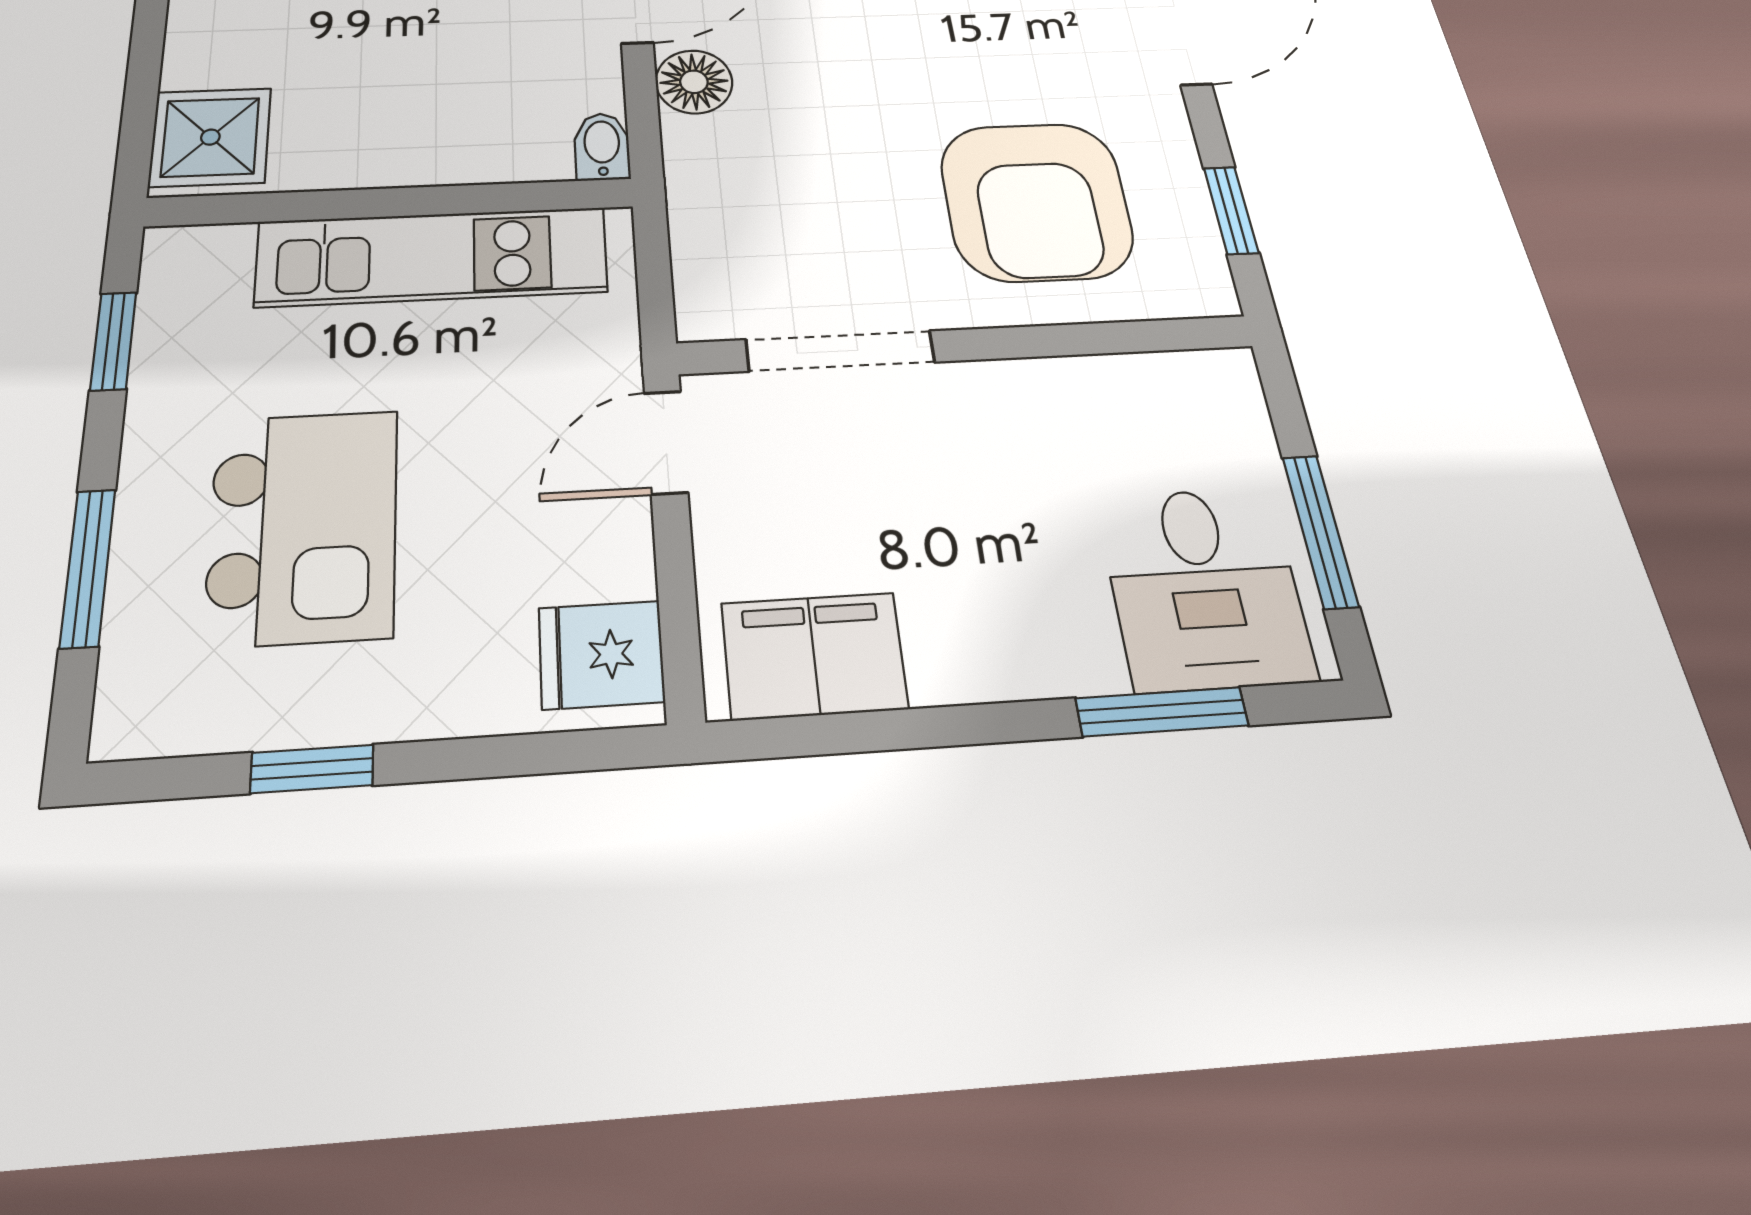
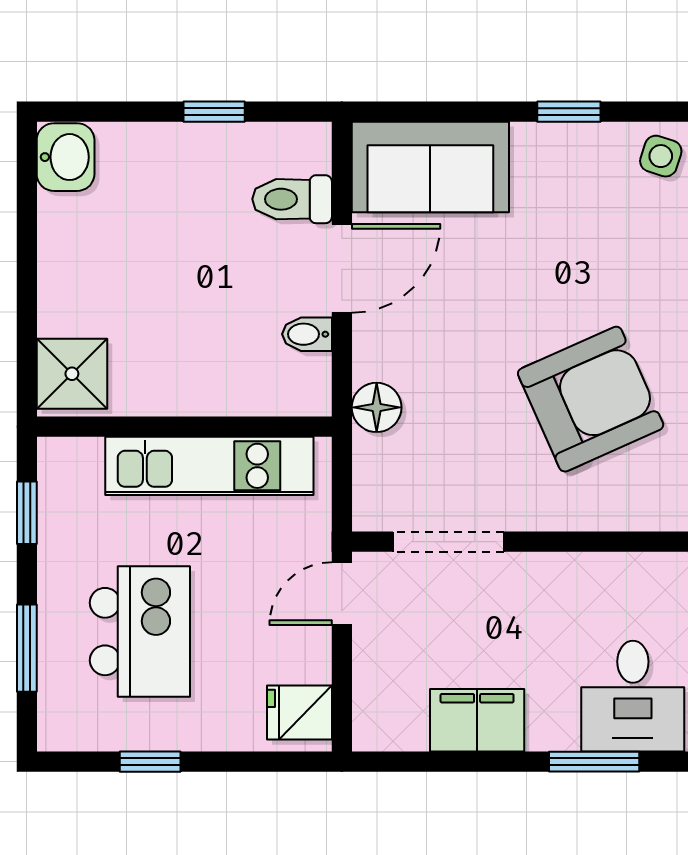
floor lamp: (694, 82) -> (377, 407), moved
bidet: (602, 146) -> (307, 334), moved, turned -90
armchair: (1036, 201) -> (591, 399), moved, turned -114
filing cabinet: (814, 656) -> (477, 720), moved

